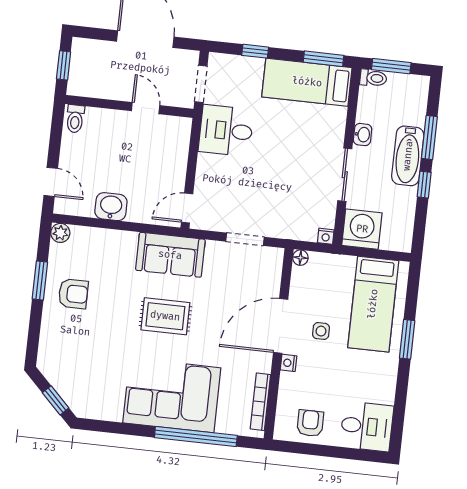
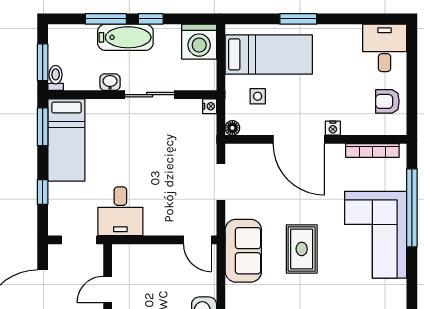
washing machine: (362, 229) -> (199, 42), moved, turned -90
side table: (321, 331) -> (258, 96), moved

